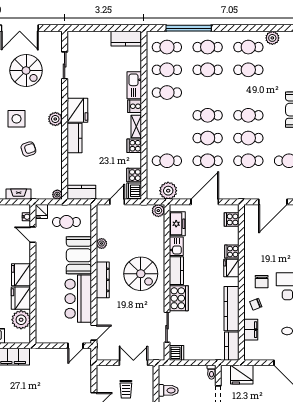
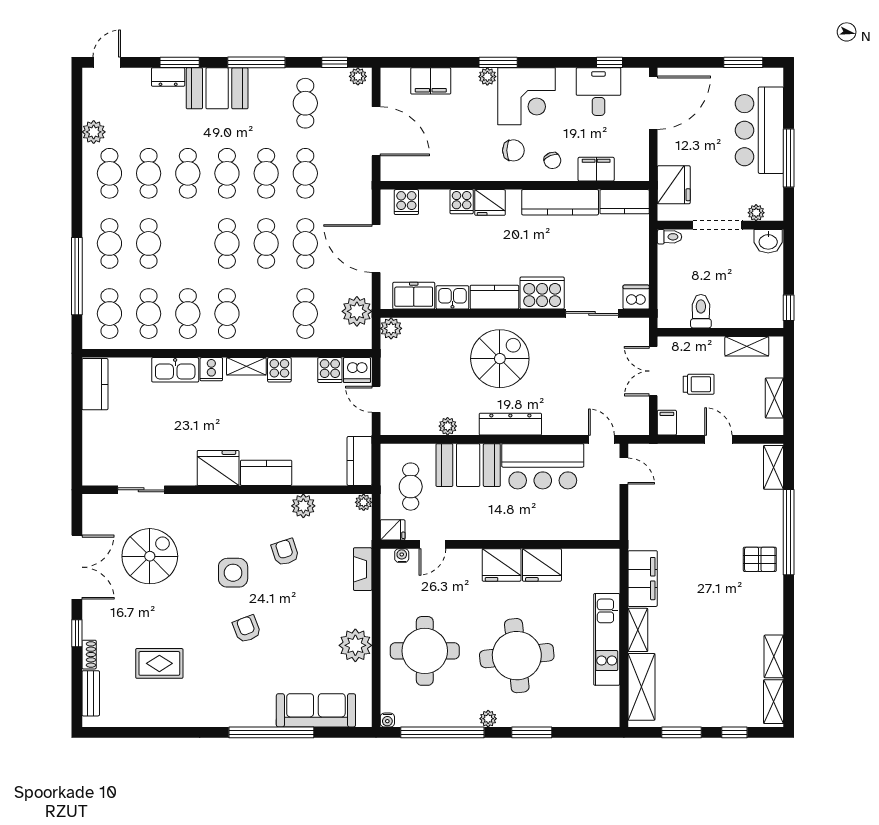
cafe table: (248, 93) -> (188, 173), added
cafe table: (167, 115) -> (227, 314), added
plant: (55, 119) -> (303, 506), moved
plant: (21, 320) -> (579, 565), removed
filing cabinet: (104, 371) -> (667, 423), added

